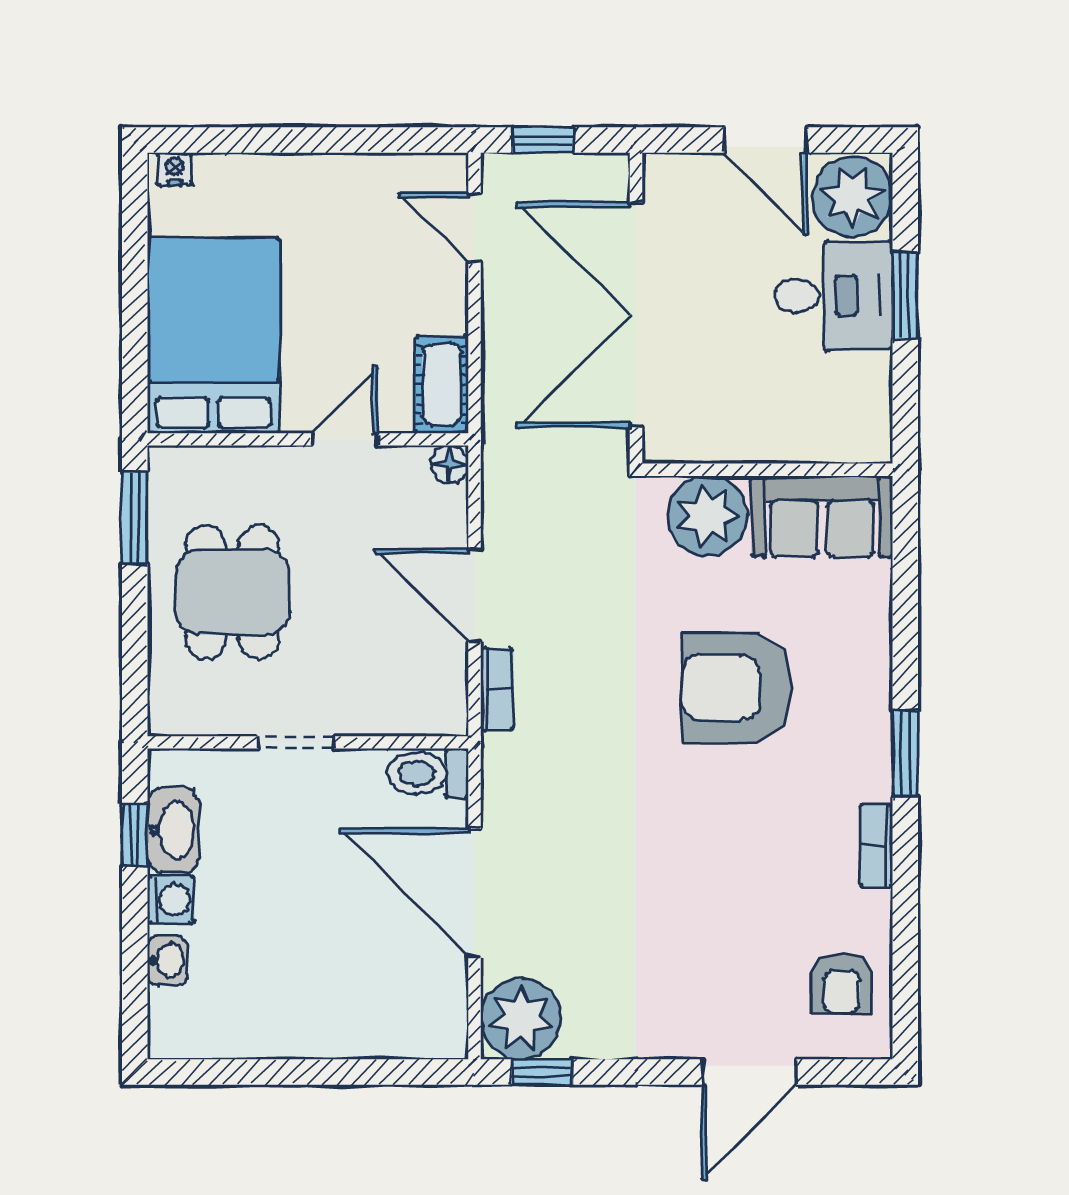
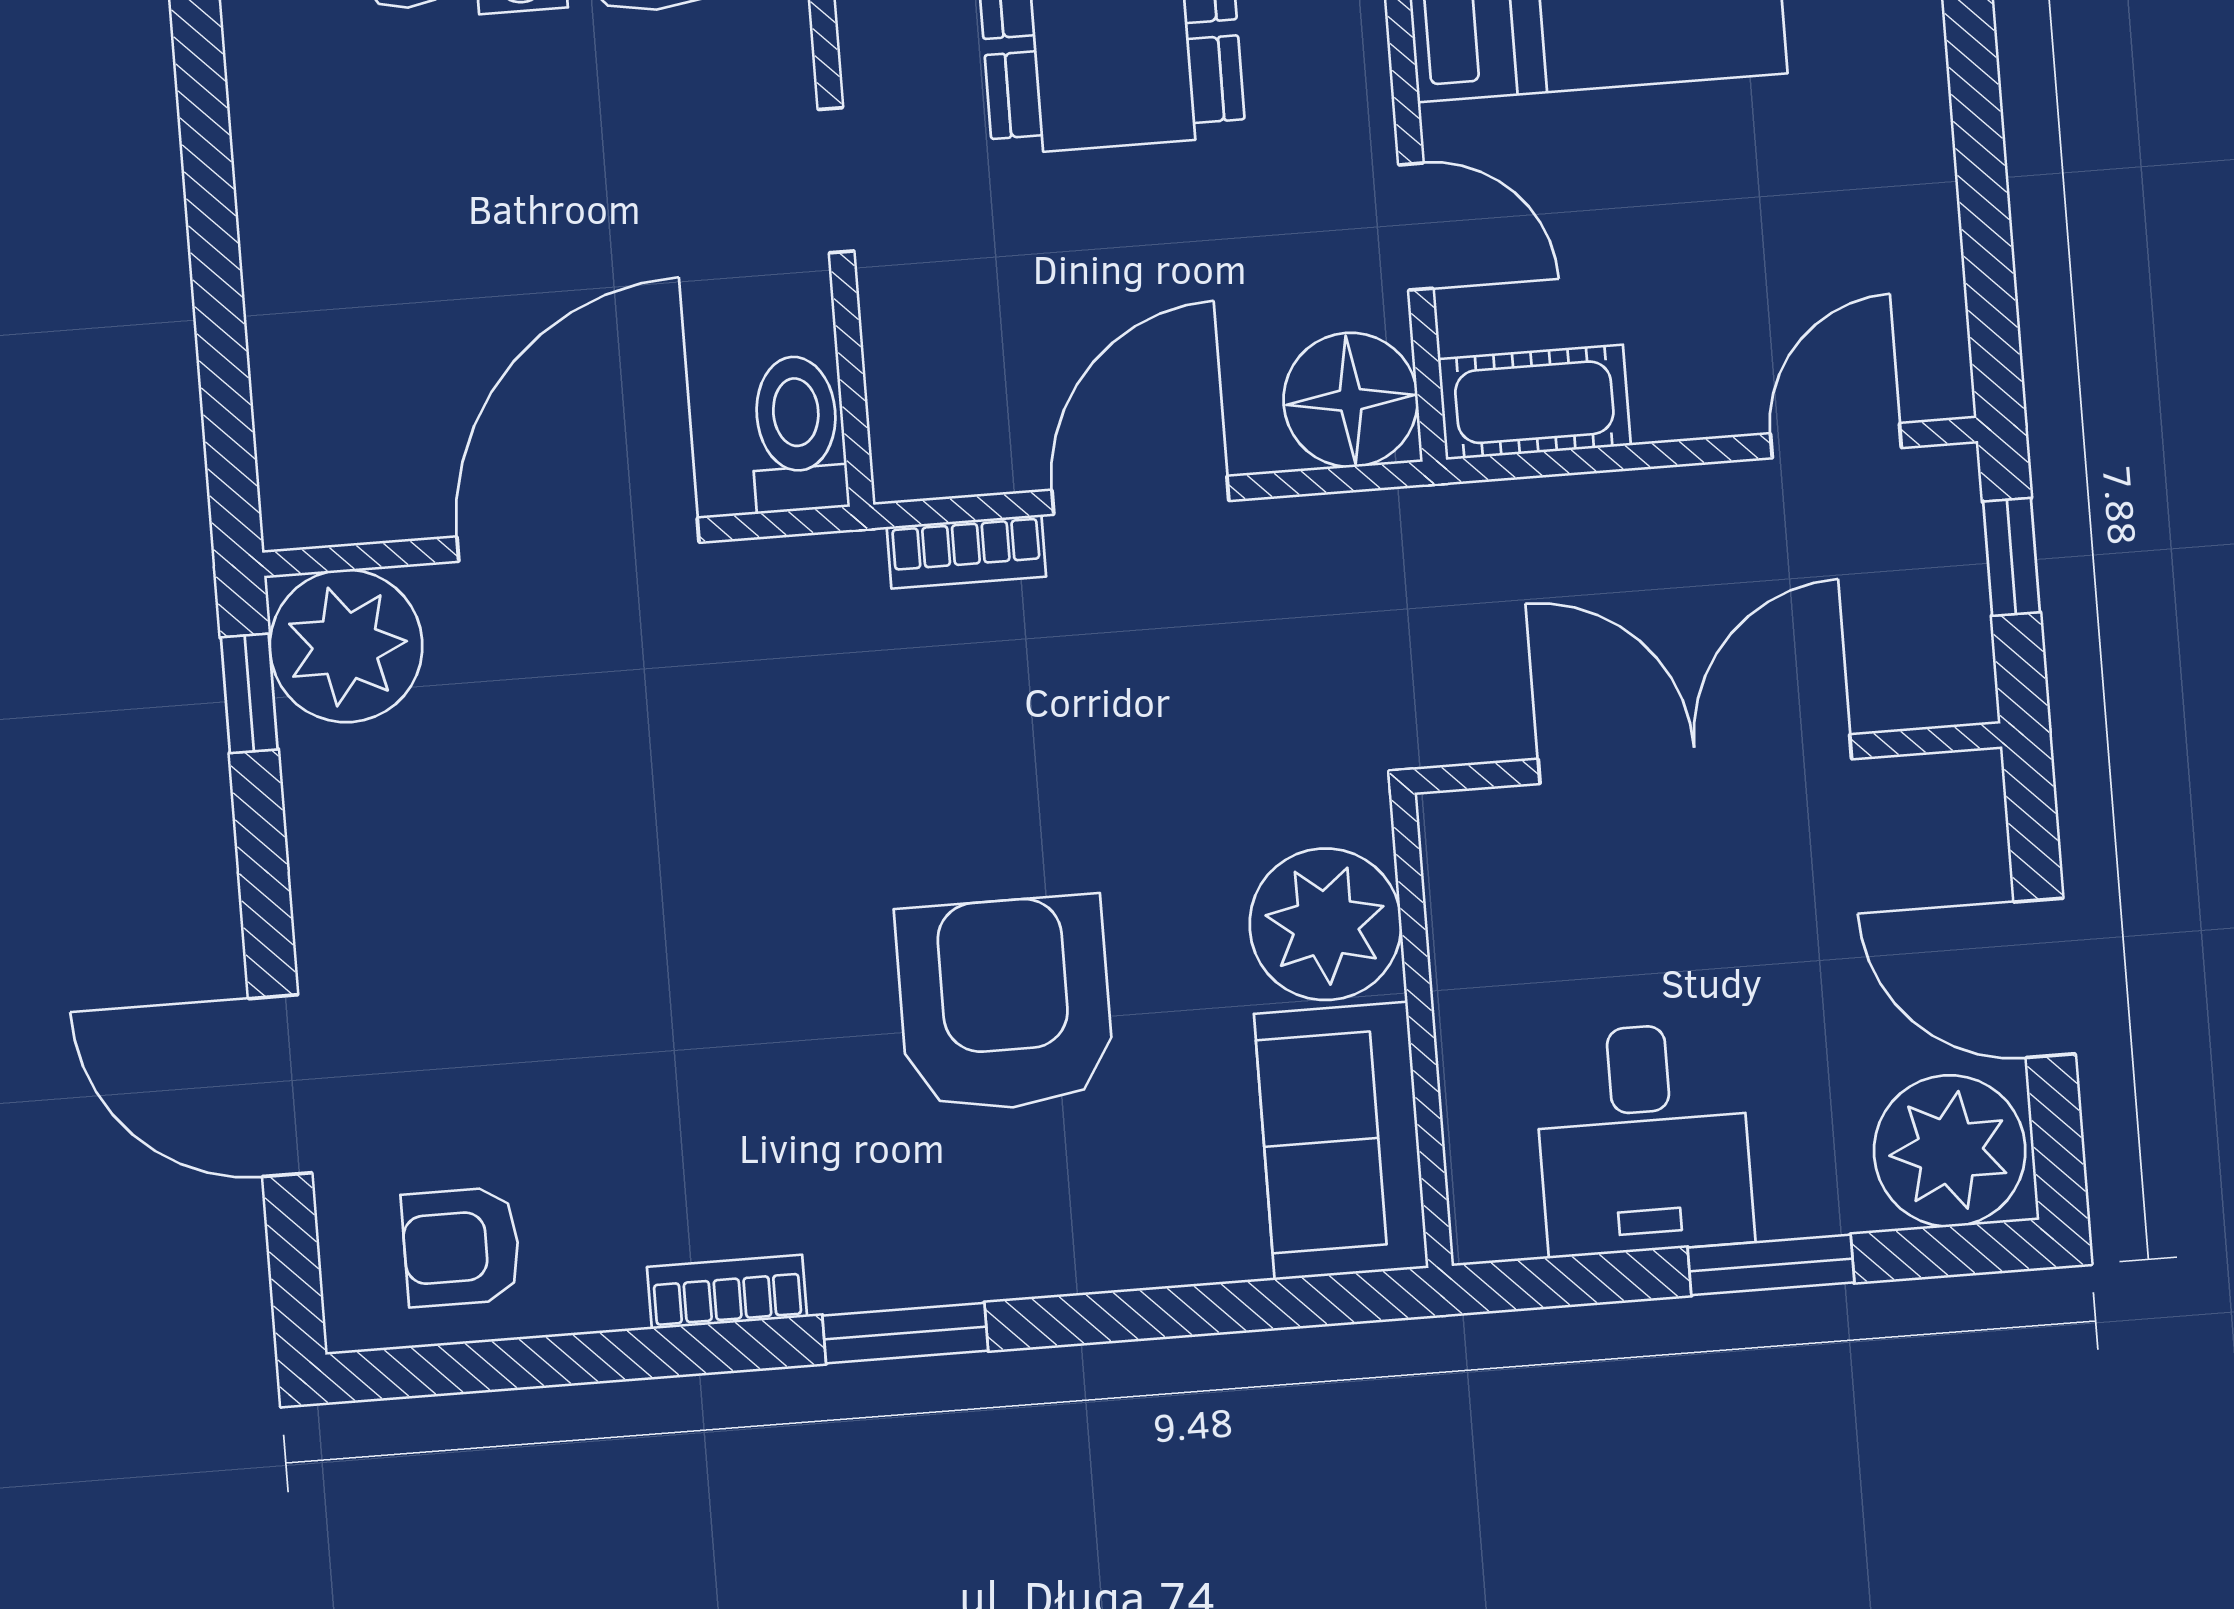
door: (766, 140) -> (2045, 978), hinge flipped
desk: (834, 296) -> (1643, 1139), moved
double door: (636, 315) -> (1695, 759), width x0.73
floor lamp: (450, 464) -> (1351, 400), width x1.89, depth x1.89

